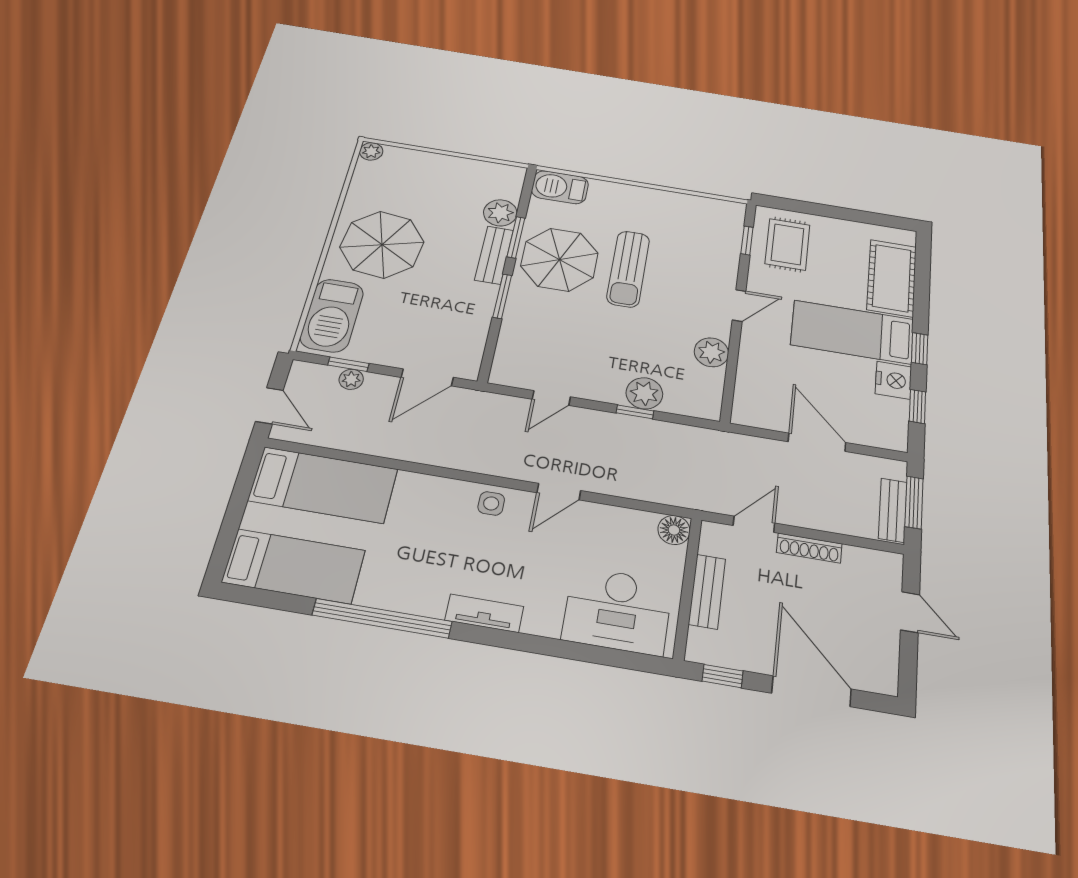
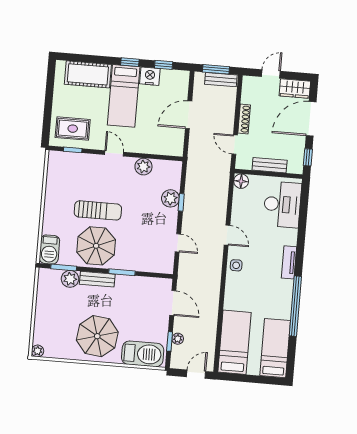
window: (516, 237) -> (64, 267), moved
wardrobe: (880, 661) -> (295, 89), added

